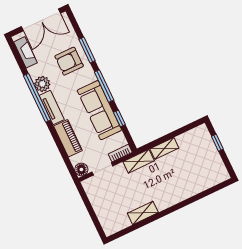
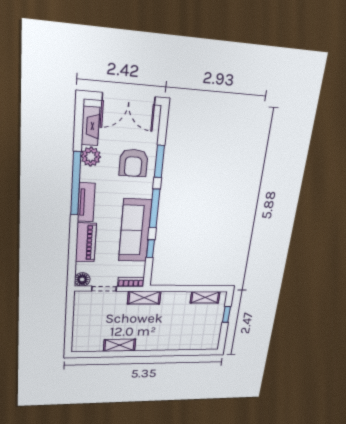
armchair: (69, 61) -> (133, 163), turned -90
plant: (42, 84) -> (91, 157), moved
shelving: (164, 148) -> (205, 297), moved

